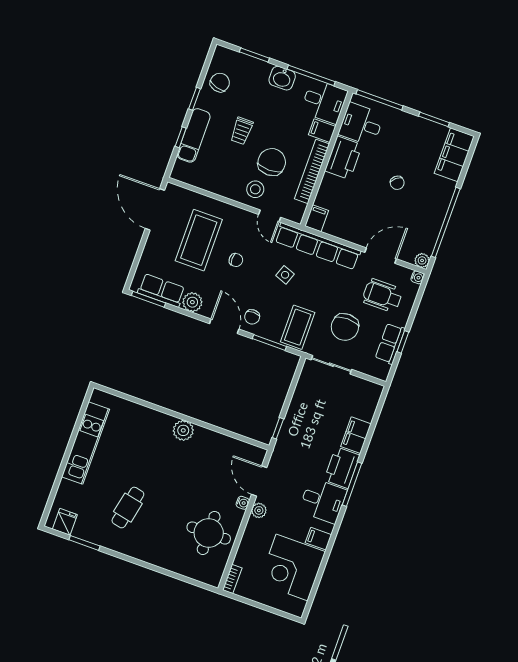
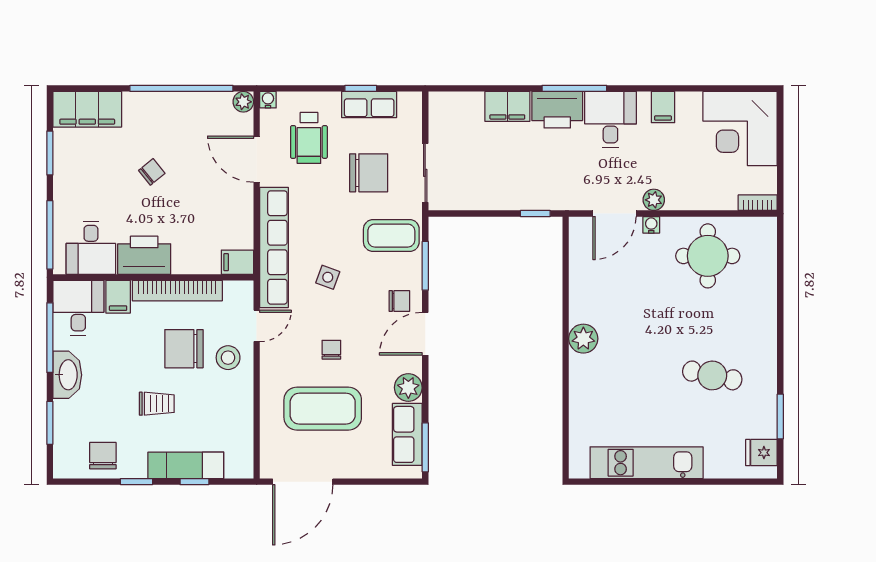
washbasin: (282, 78) -> (67, 375), width x1.38
chair: (220, 83) -> (103, 456), turned 74
corner desk: (292, 567) -> (740, 129), moved, turned 90

